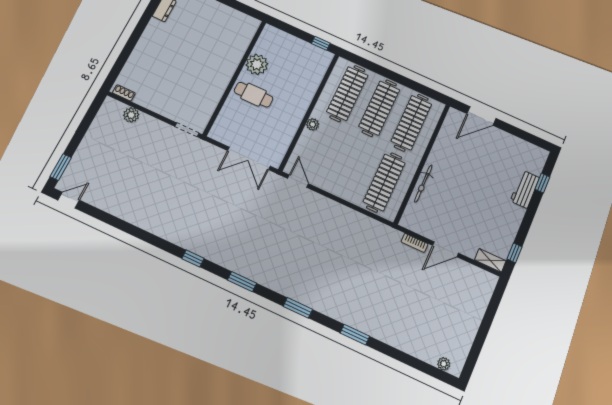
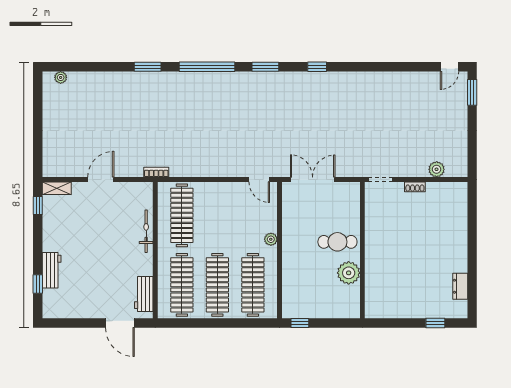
shoe rack: (124, 93) -> (415, 187), moved
door: (481, 116) -> (120, 323), swing flipped
workbench: (449, 131) -> (144, 294), added
bookcase: (415, 243) -> (156, 172), moved
window: (298, 308) -> (207, 67), width x2.11

